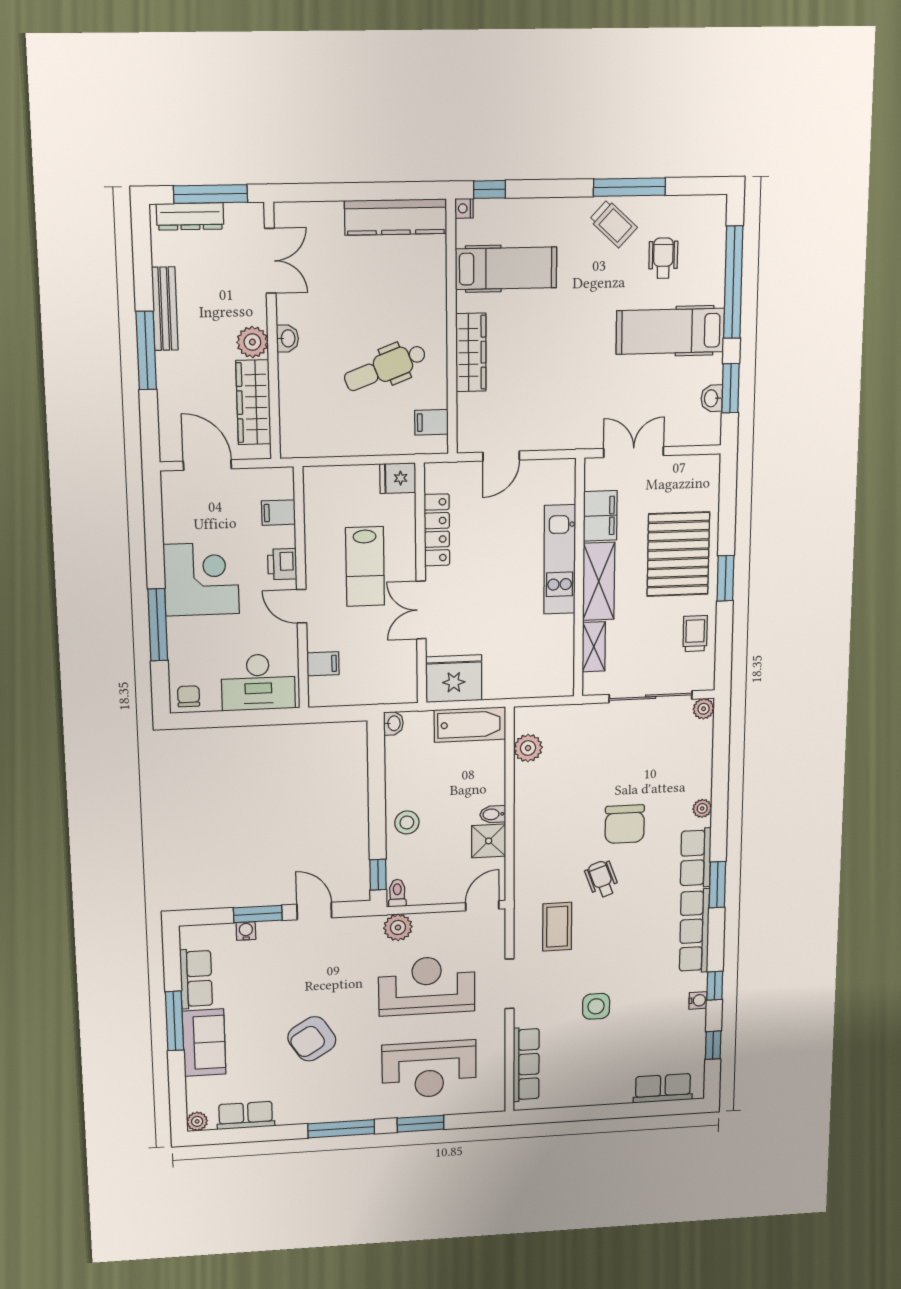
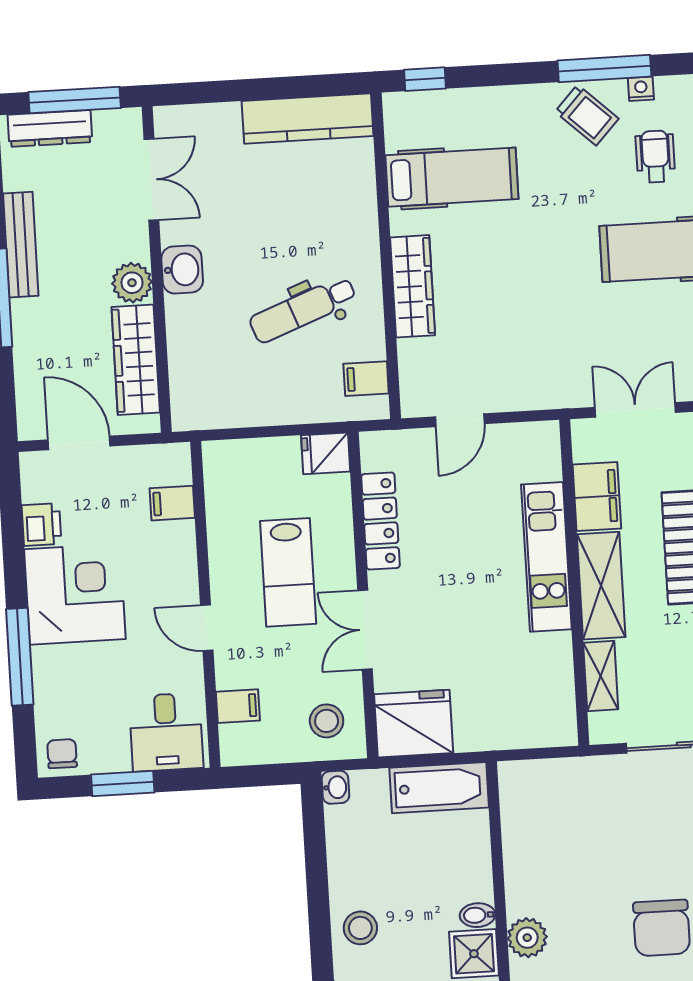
nightstand: (464, 208) -> (641, 89), moved, turned 90
washbasin: (287, 338) -> (182, 270), width x1.38, depth x1.45
printer: (282, 564) -> (41, 525), moved, turned 180
stool: (389, 676) -> (327, 721), added
desk: (258, 682) -> (166, 732), width x0.73
window: (234, 719) -> (123, 784), added
plant: (528, 748) -> (527, 938), moved

